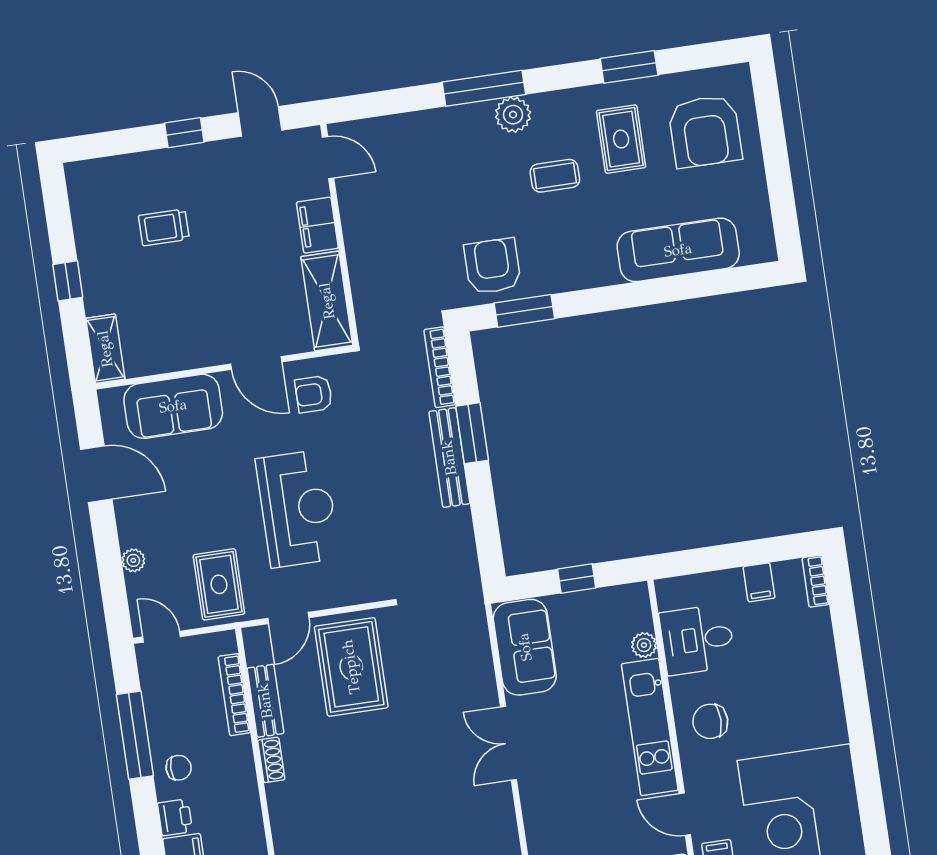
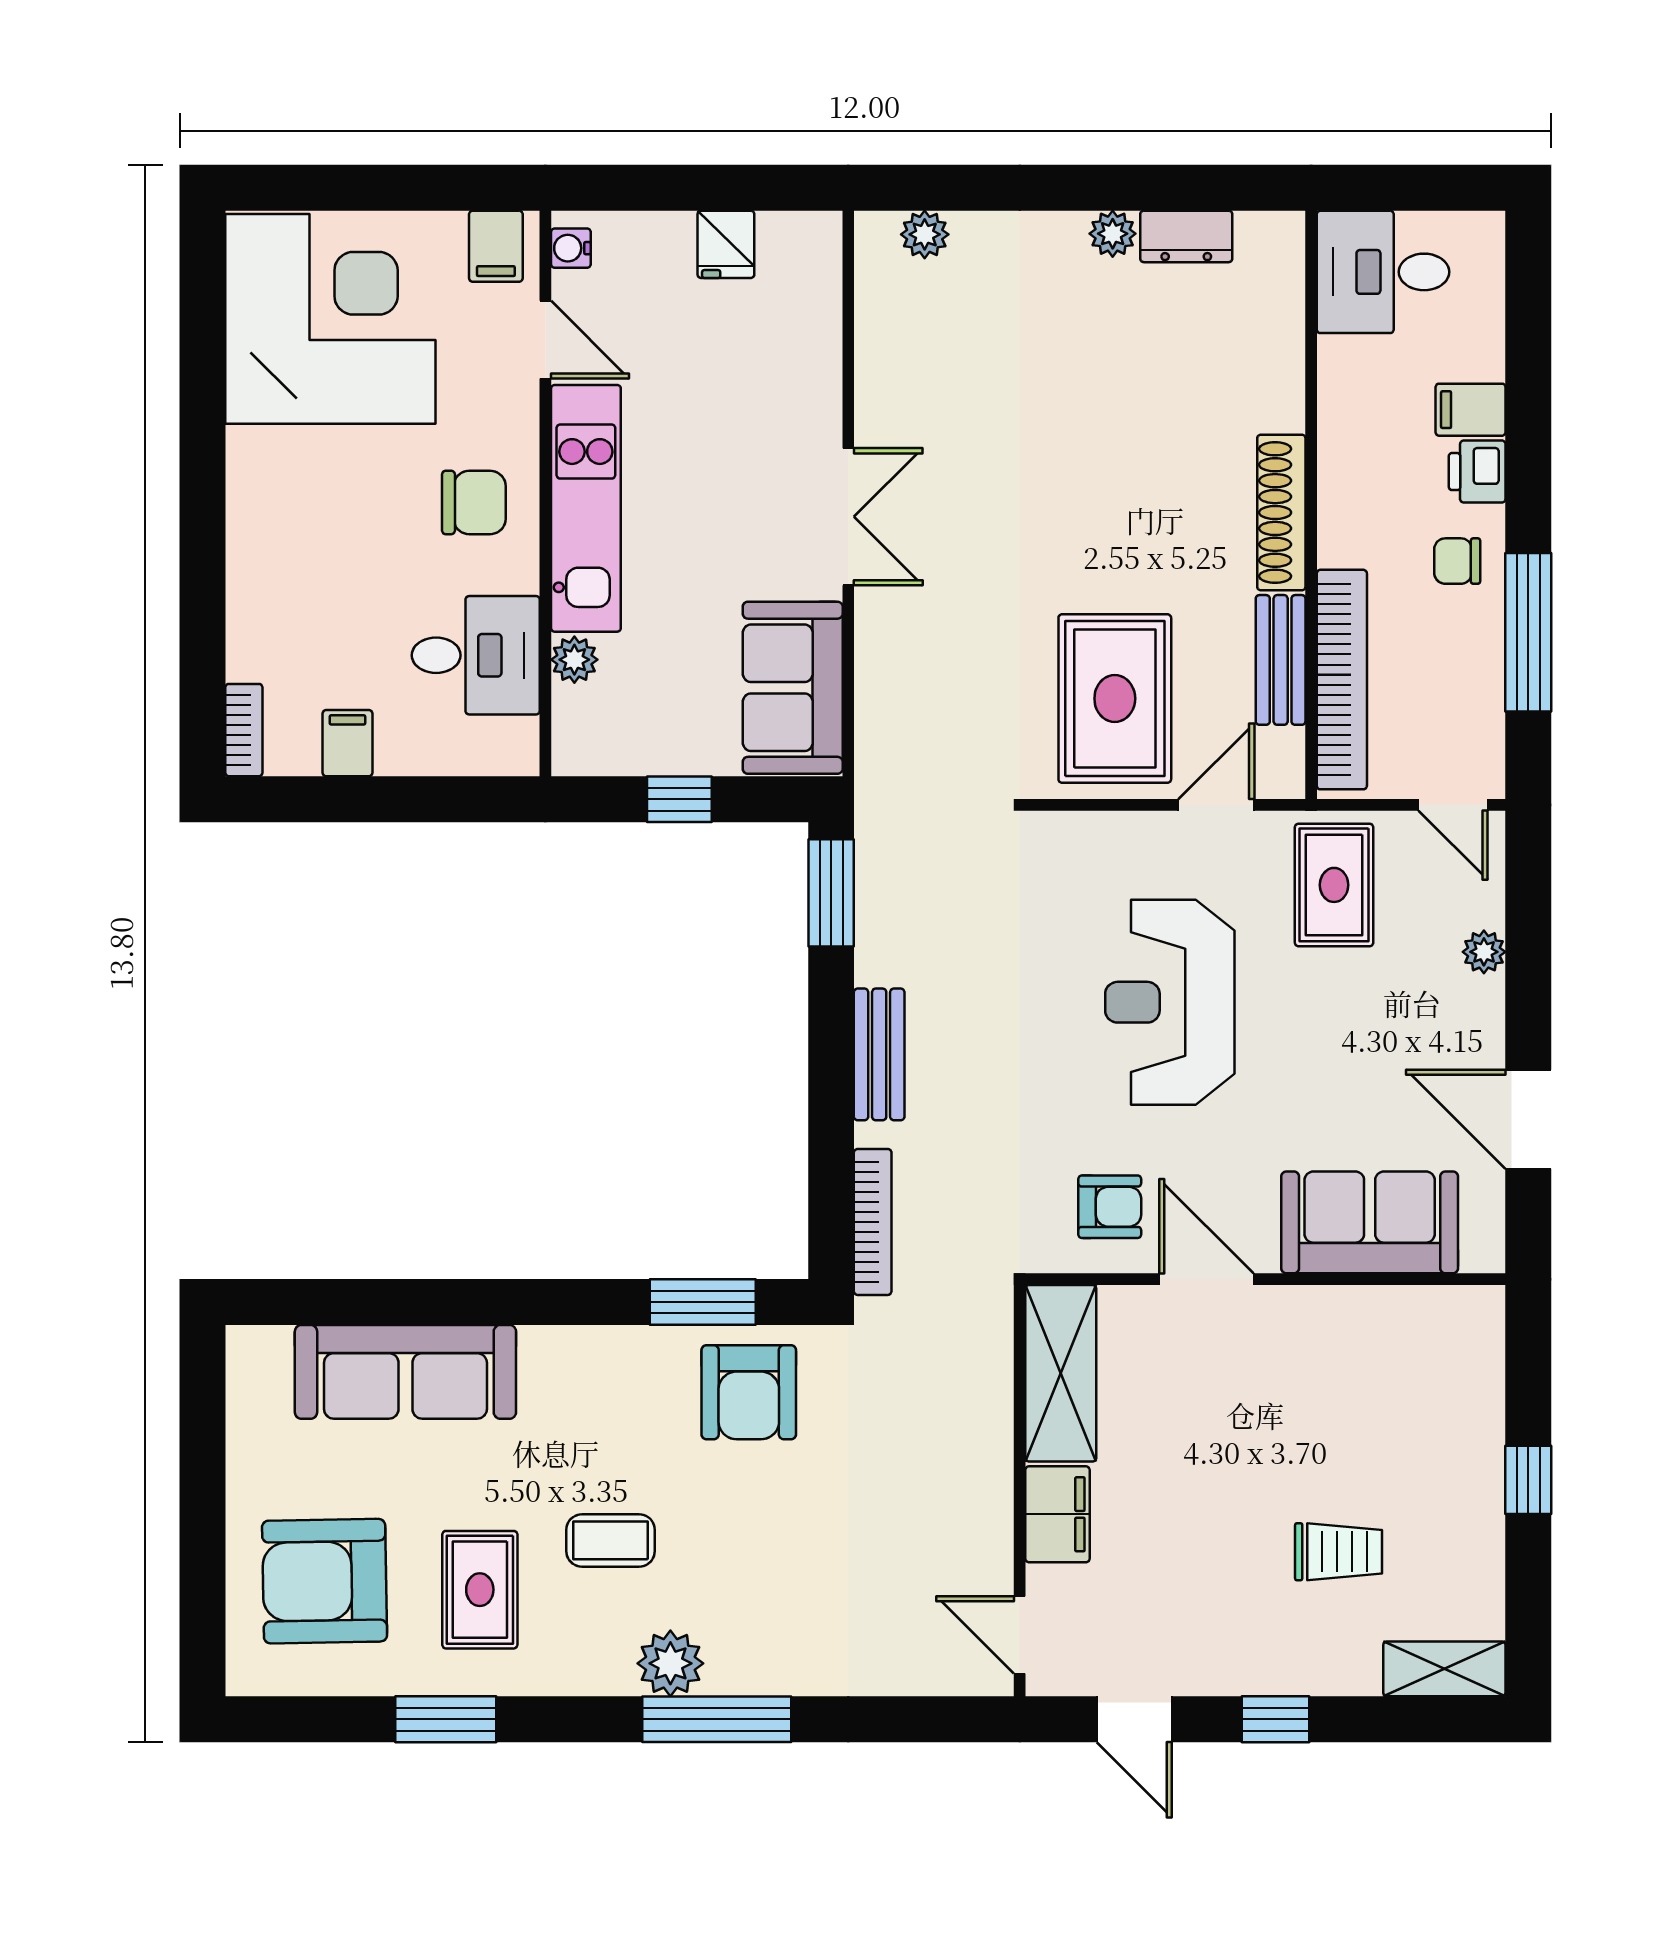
armchair: (705, 131) -> (325, 1581), turned -91
shelving: (105, 349) -> (1444, 1669), moved, turned 90
window: (472, 433) -> (831, 893), moved
bench: (449, 458) -> (879, 1054), width x0.73
bookcase: (234, 695) -> (1342, 680), width x1.48, depth x1.31
shoe rack: (271, 760) -> (1281, 513), width x1.94, depth x1.24

